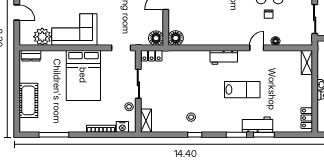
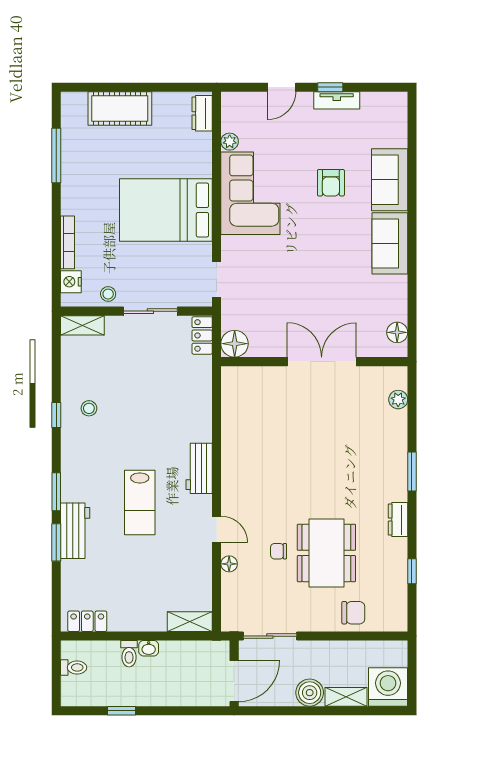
plant: (42, 37) -> (230, 142), width x0.53, depth x0.53
floor lamp: (176, 38) -> (235, 380), removed

